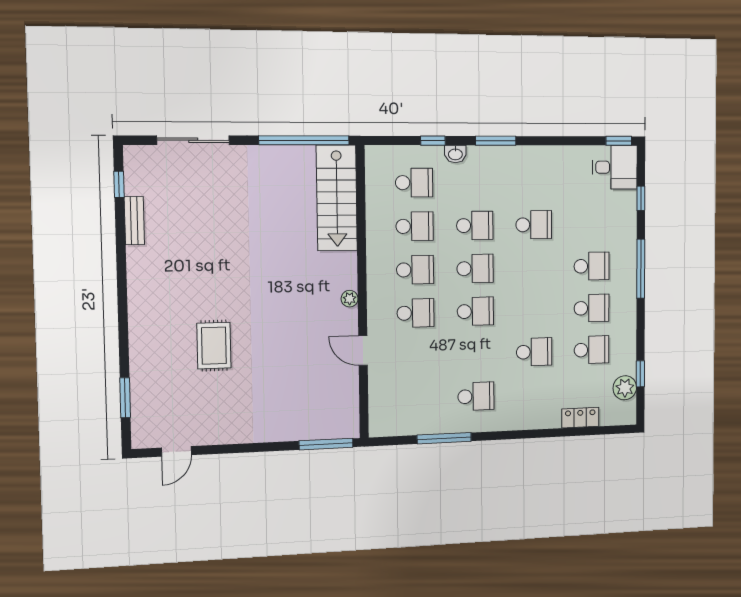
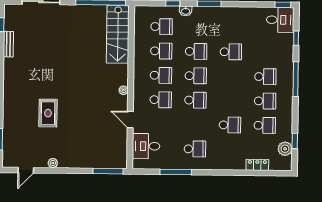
desk: (392, 396) -> (146, 146), added
plant: (226, 436) -> (53, 163), added

